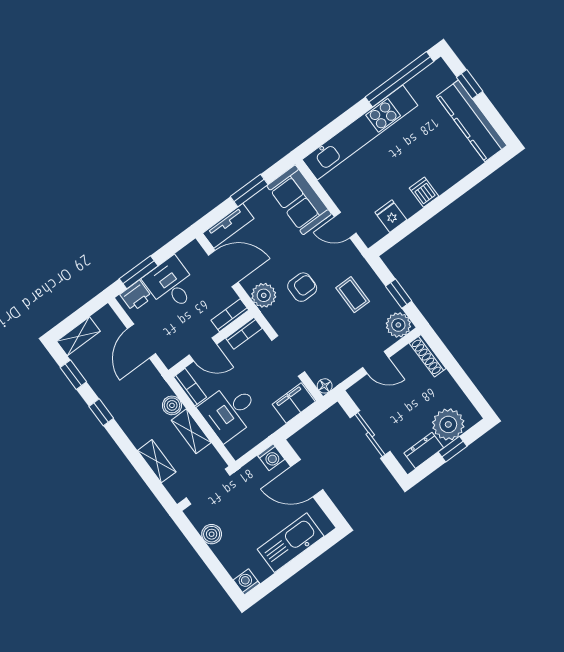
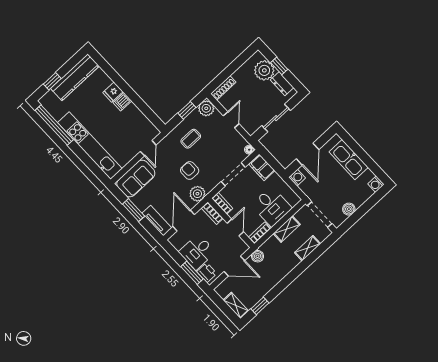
fridge: (391, 216) -> (113, 92), moved
boiler: (172, 405) -> (257, 256), moved
window: (101, 412) -> (281, 286), removed

